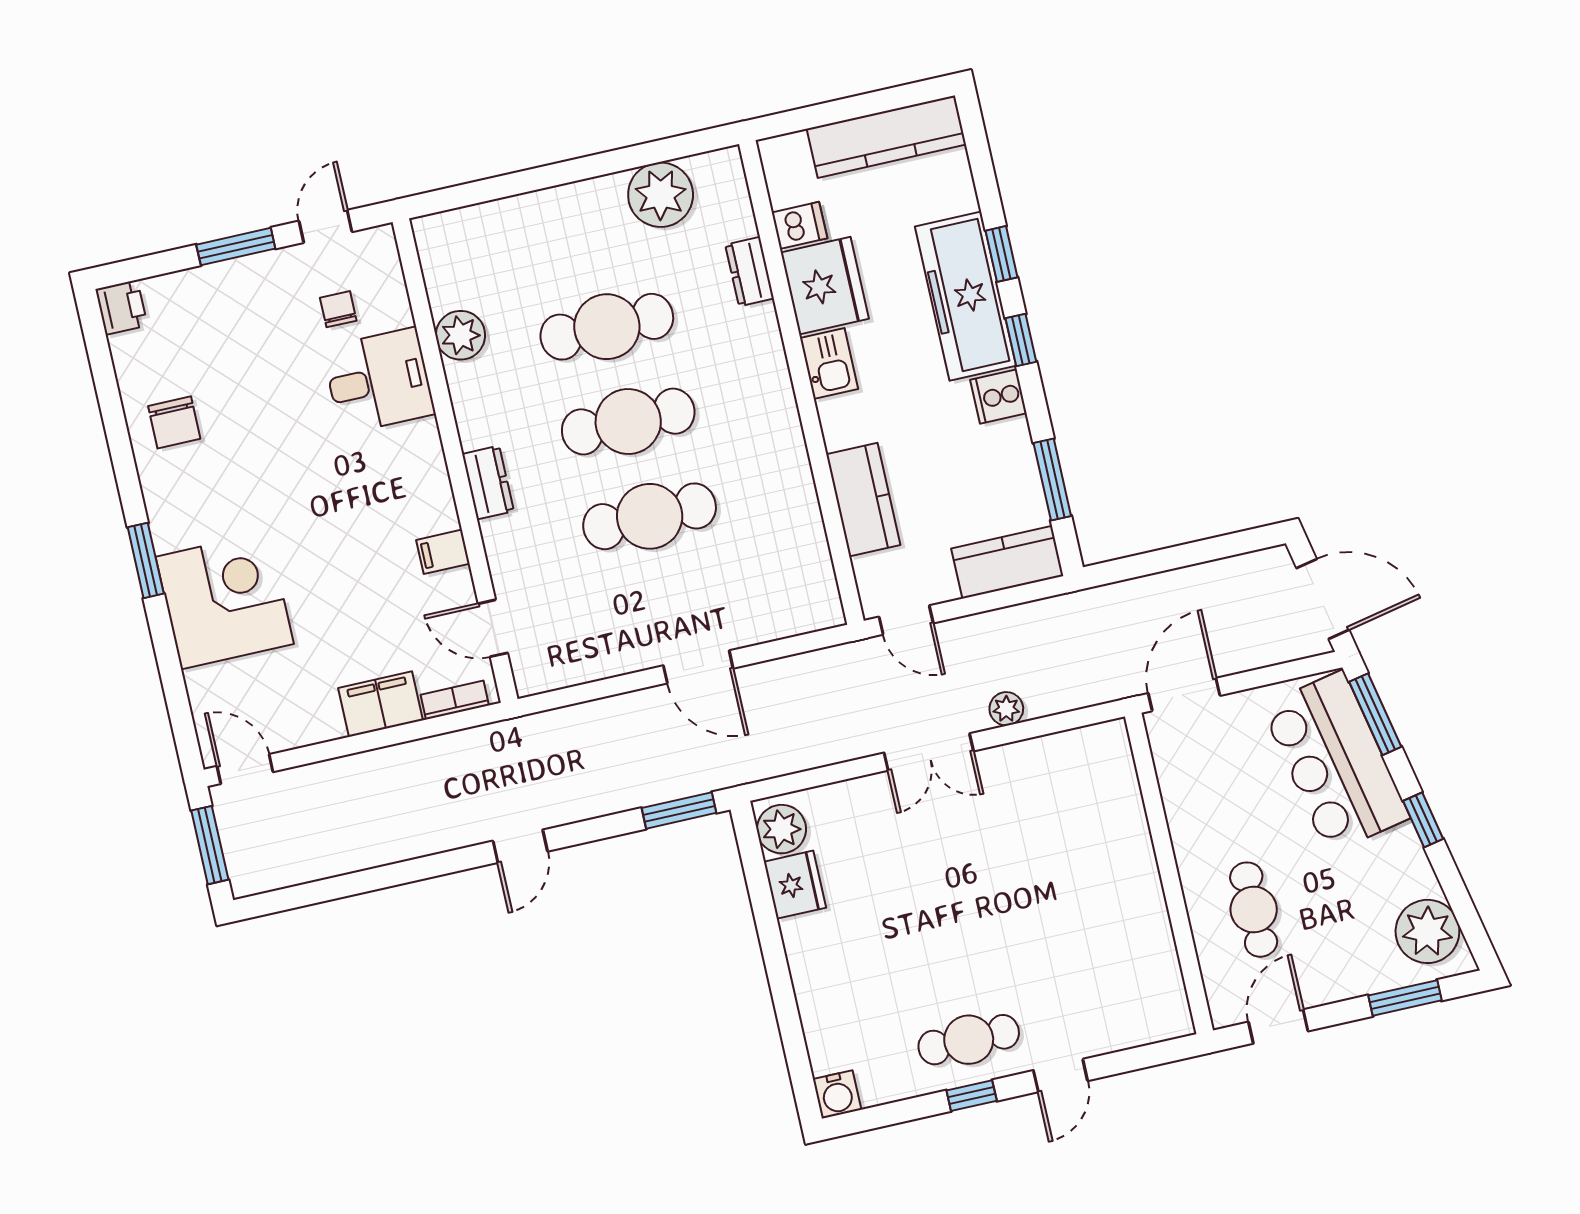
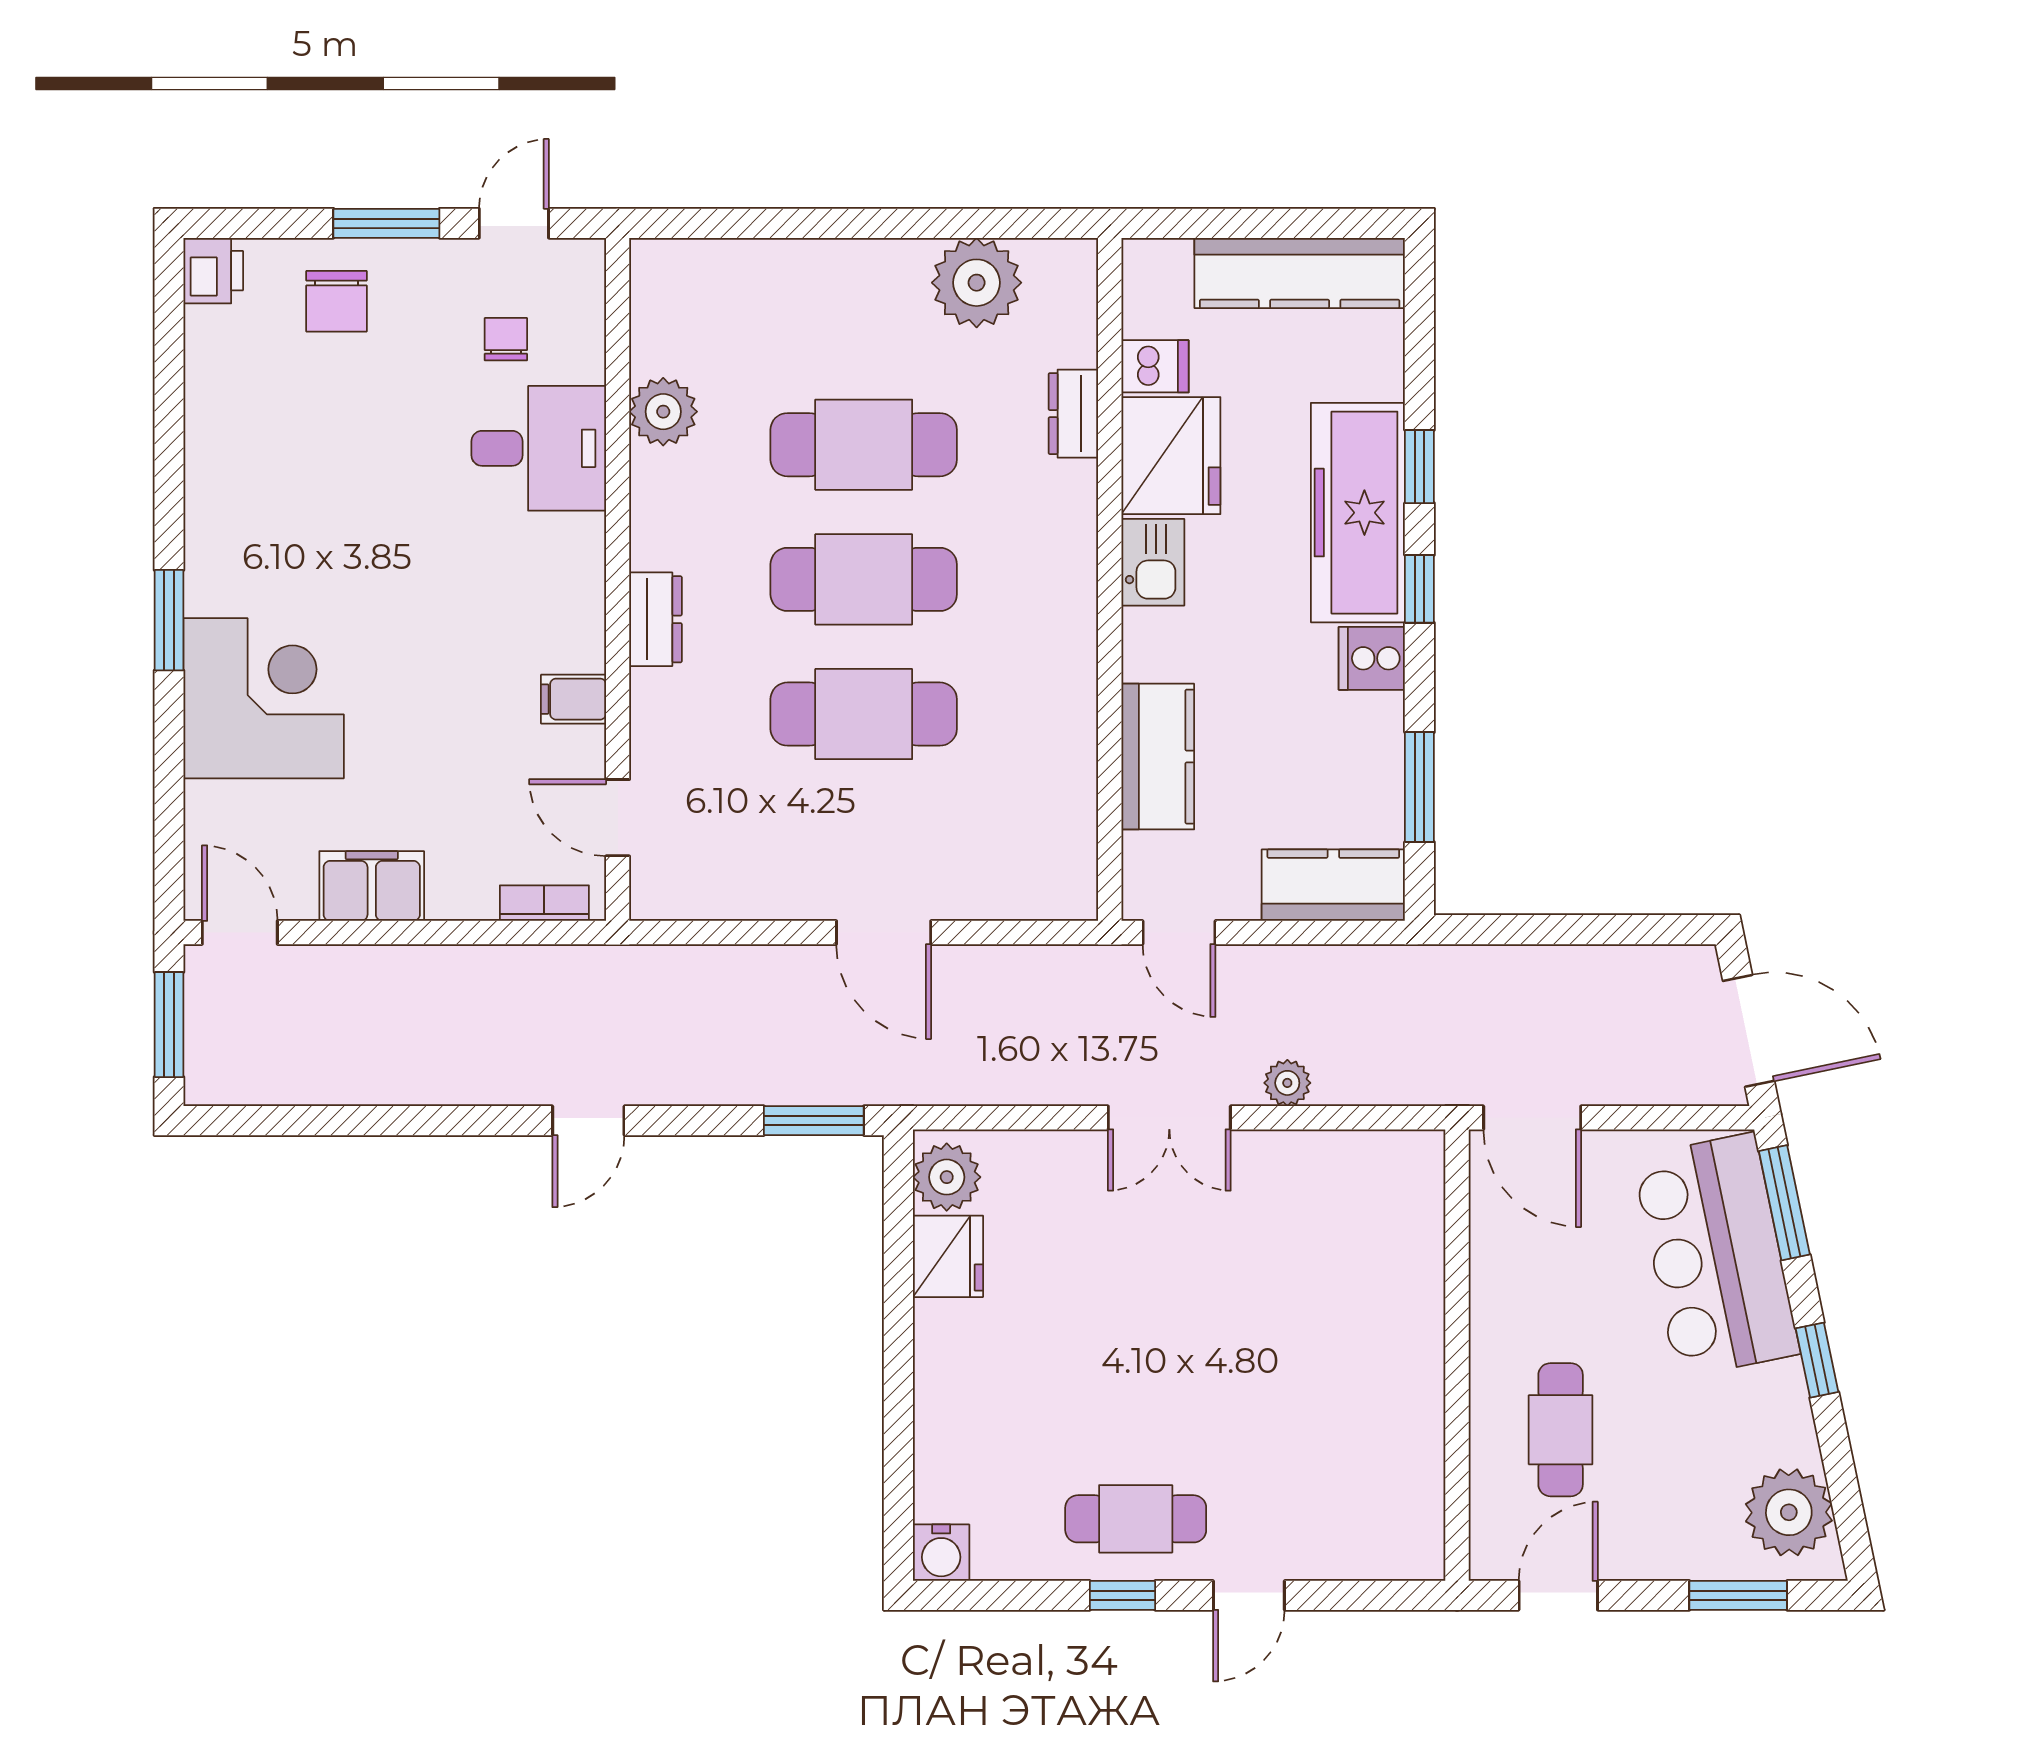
chair: (174, 422) -> (336, 301), moved
door: (1184, 694) -> (1532, 1118), swing flipped
filing cabinet: (381, 704) -> (372, 886), moved

